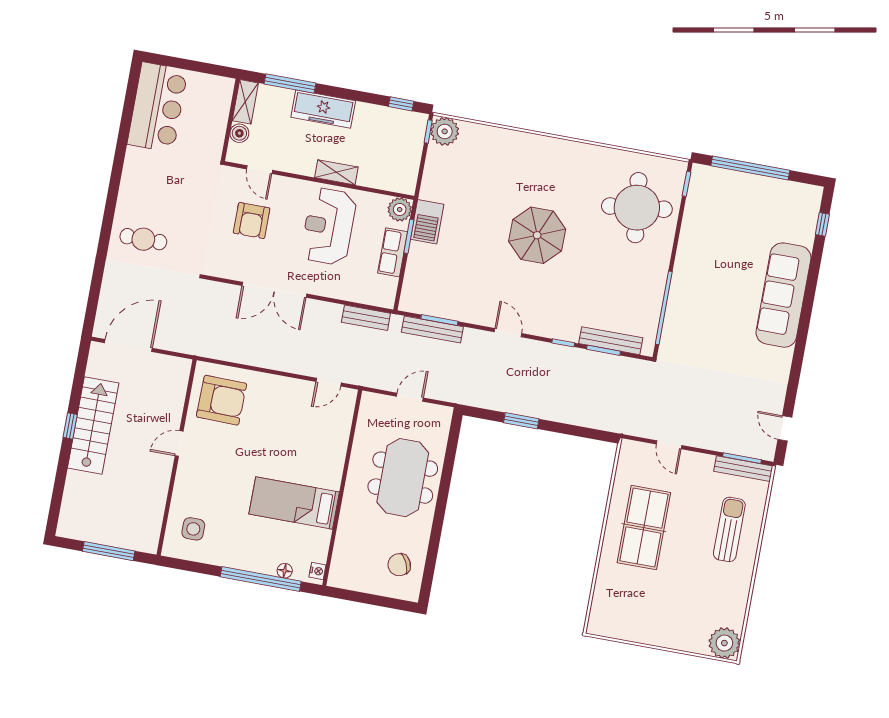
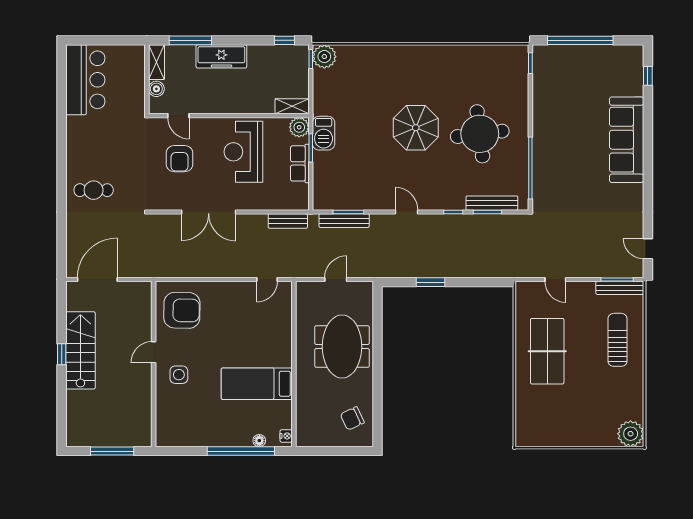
shelving: (336, 172) -> (292, 106), moved
round table: (637, 208) -> (480, 134), moved
side table: (193, 529) -> (179, 375), moved

